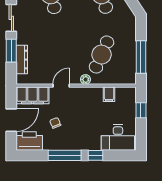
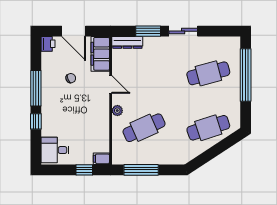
cafe table: (102, 55) -> (144, 128), turned -48
dresser: (22, 60) -> (127, 42), moved
filing cabinet: (109, 94) -> (101, 159), moved
desk: (118, 138) -> (55, 150), width x0.73
printer: (29, 141) -> (48, 44), width x0.53, depth x0.68

